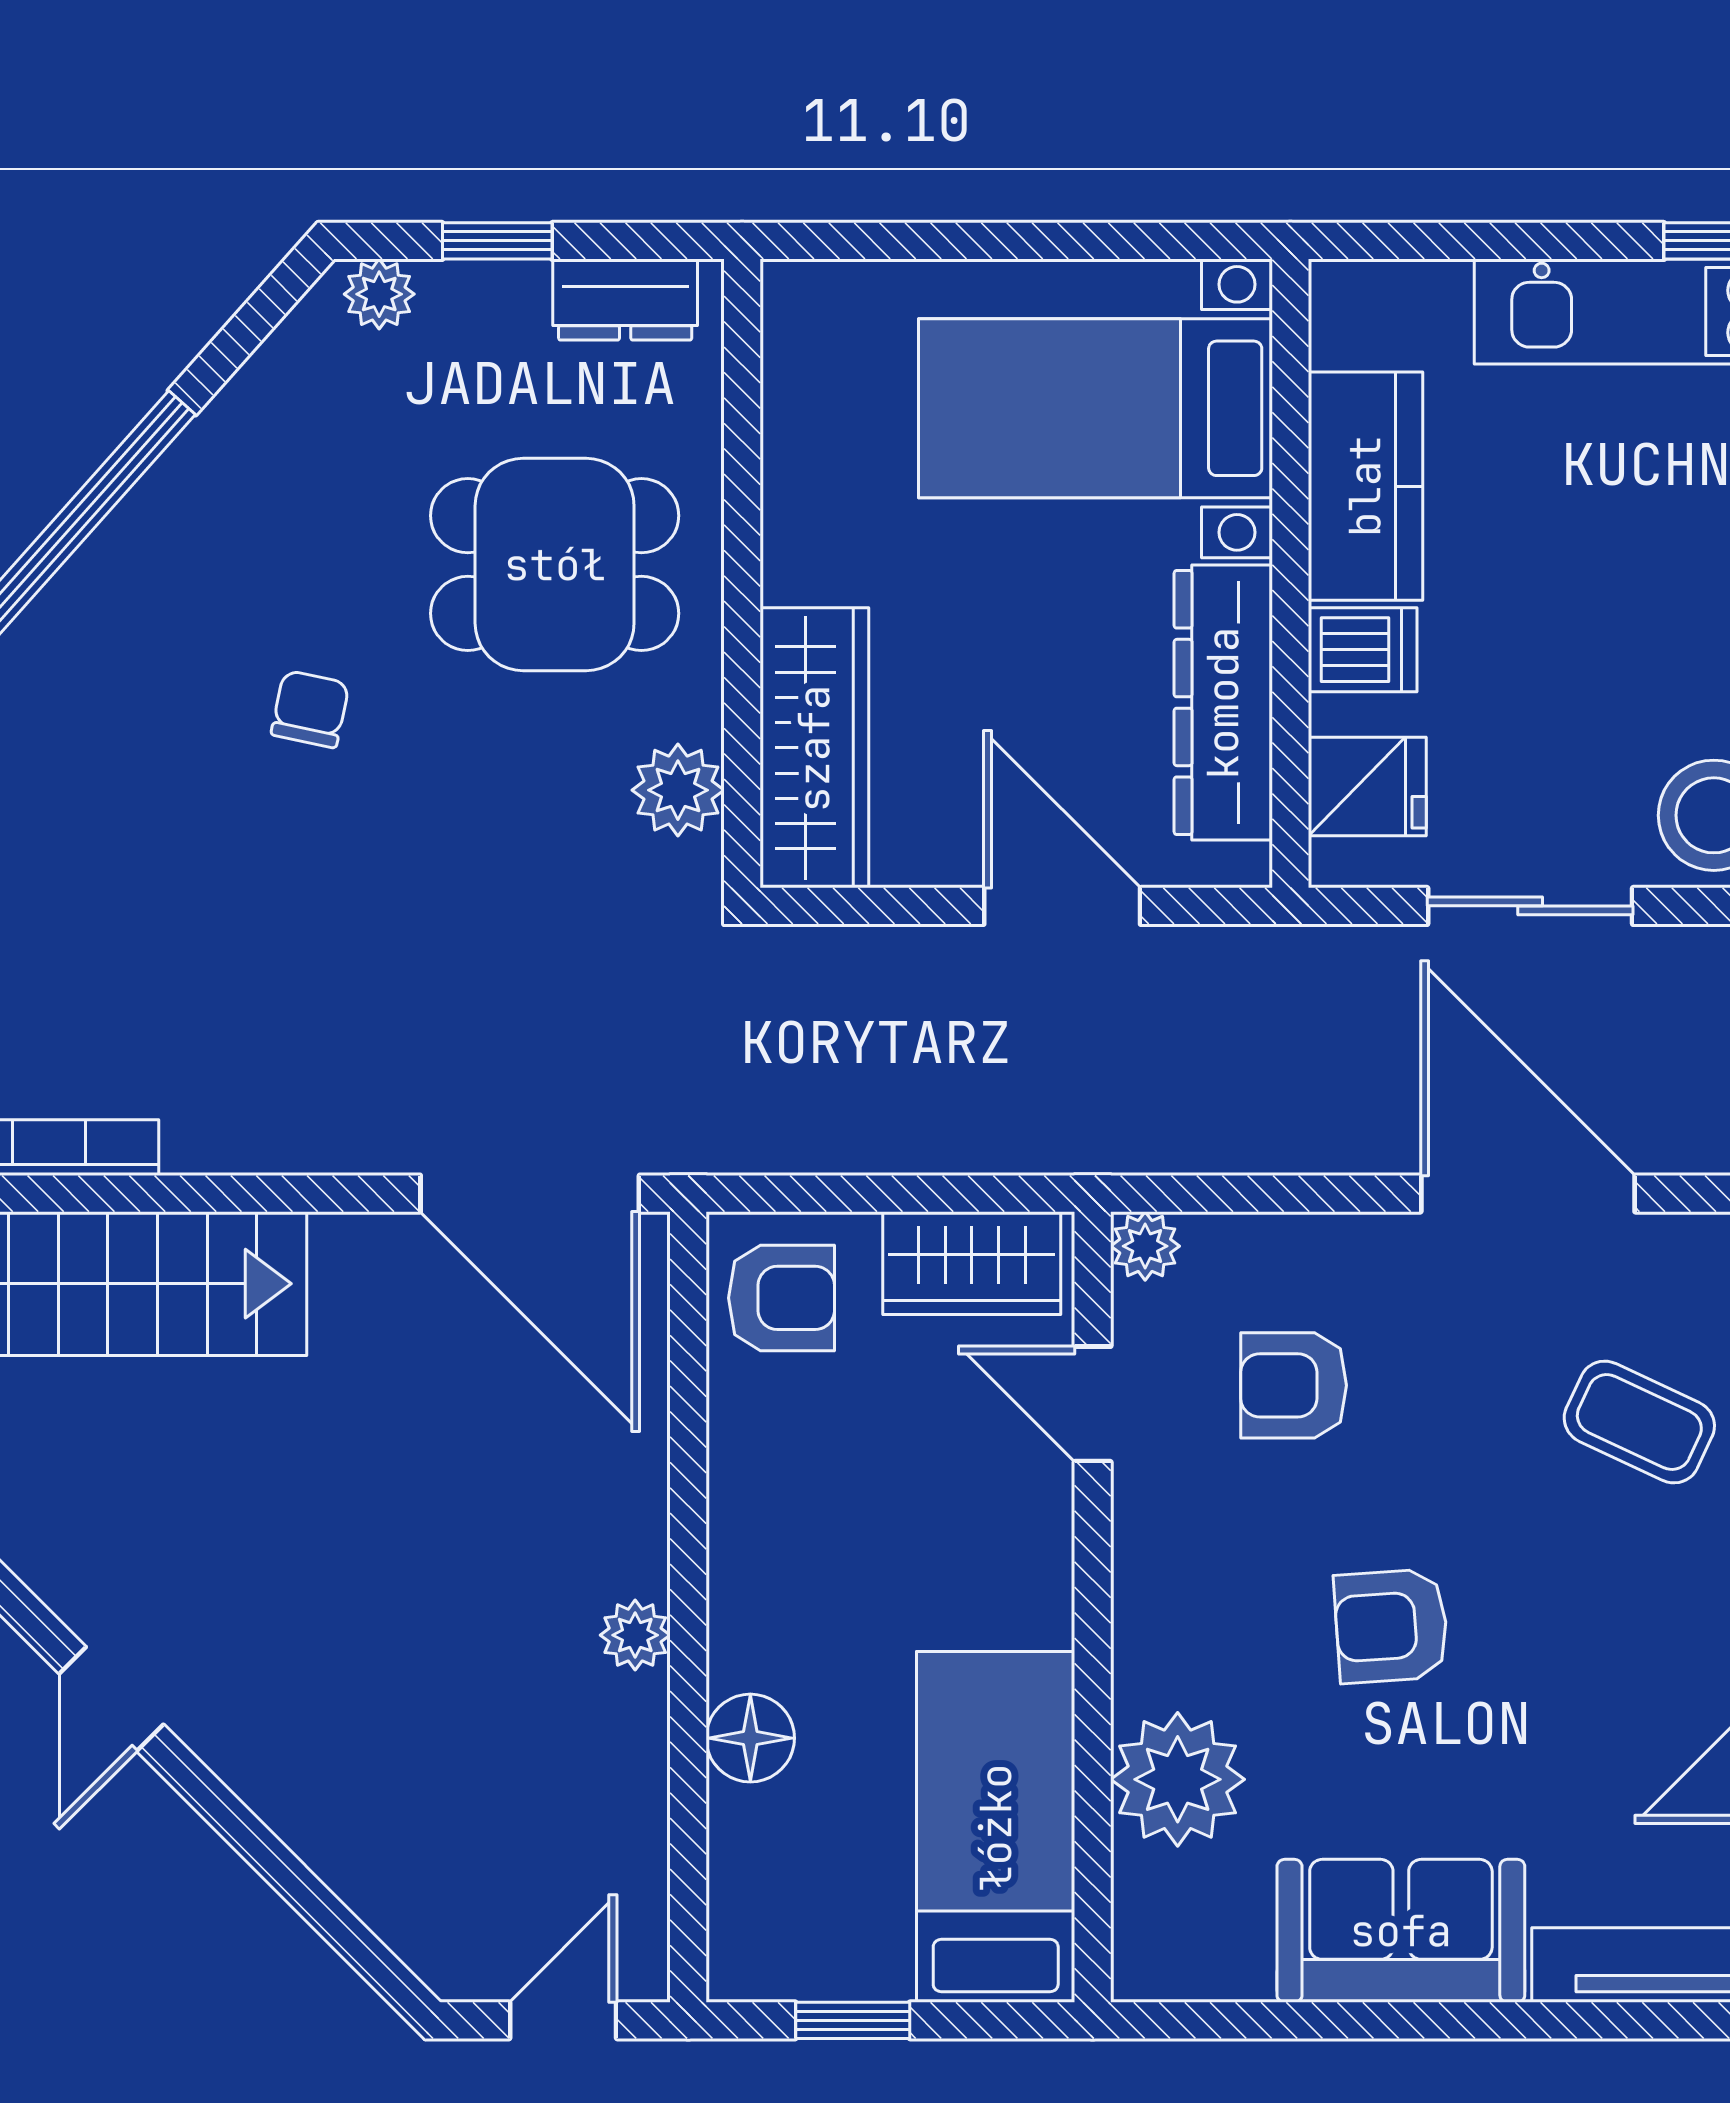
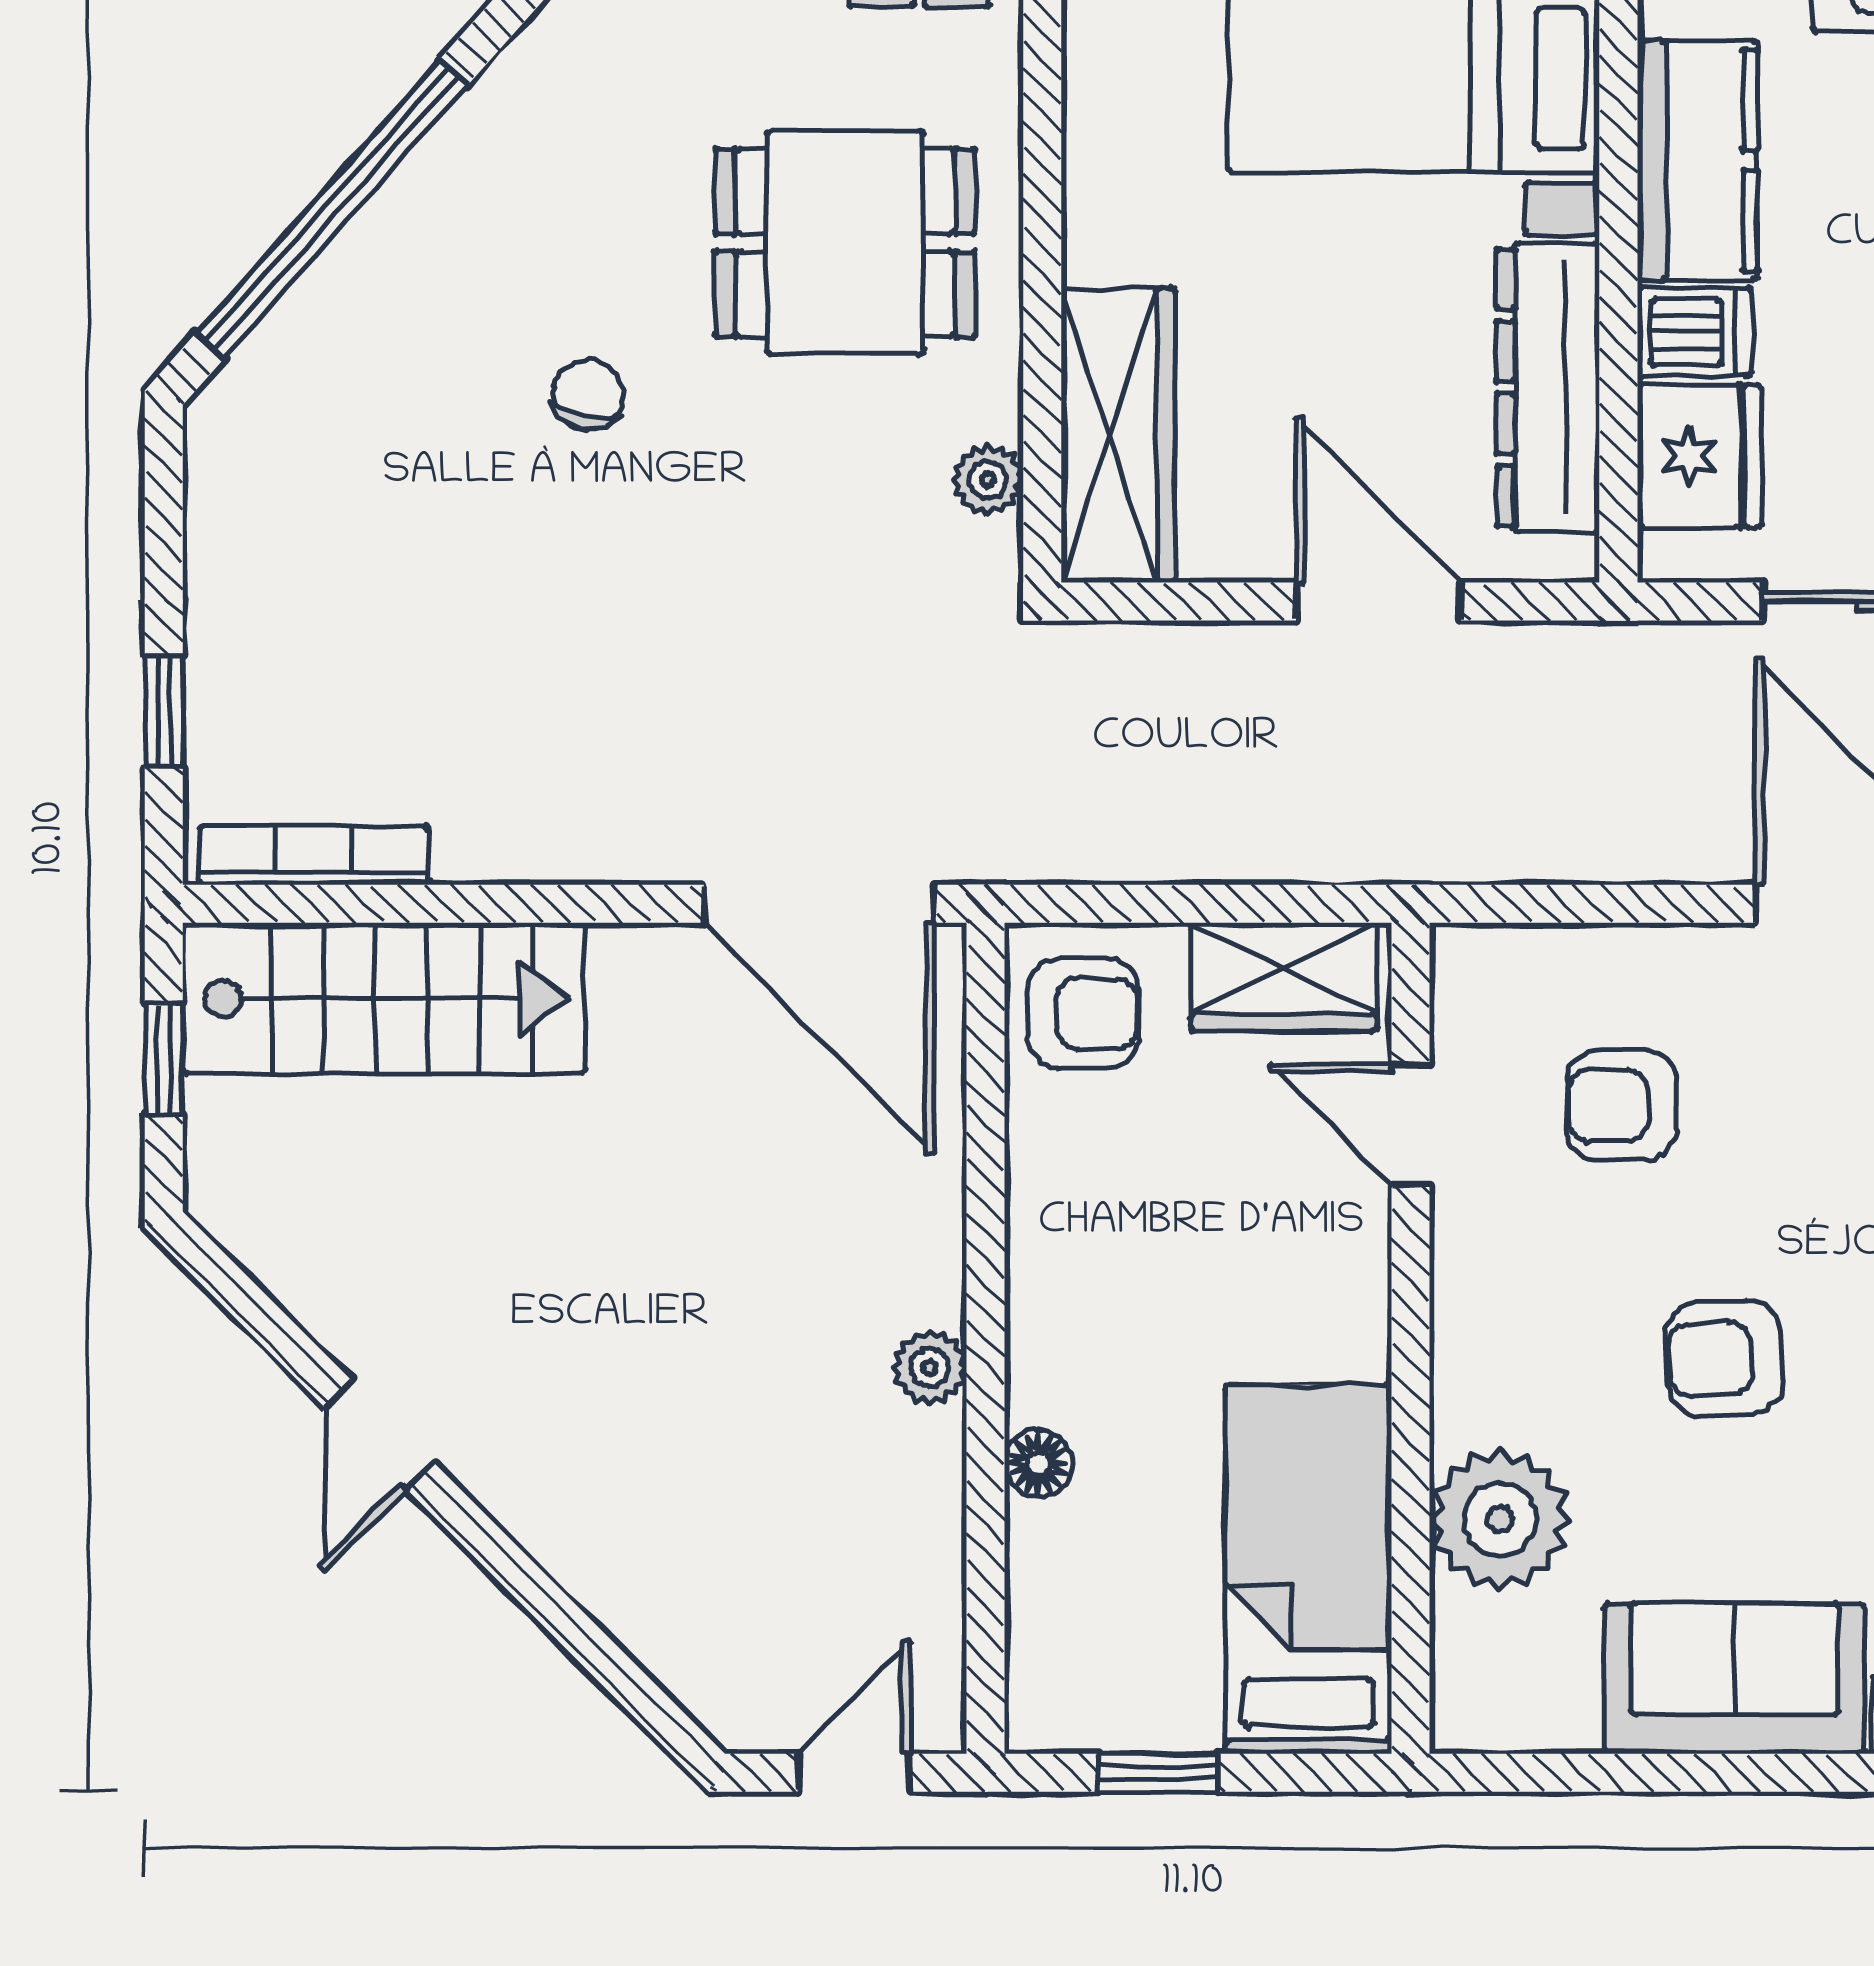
fridge: (1367, 786) -> (1699, 456), width x1.38
plant: (678, 790) -> (988, 480), width x0.73, depth x0.73
plant: (1145, 1246) -> (1466, 959), removed
floor lamp: (750, 1738) -> (1038, 1463), width x0.73, depth x0.73

